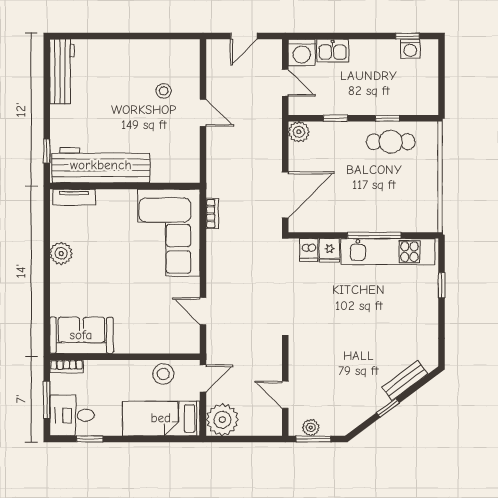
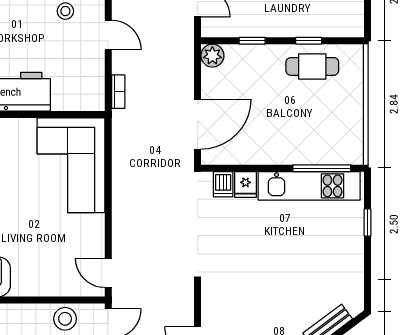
bookcase: (212, 214) -> (118, 92), moved
window: (374, 235) -> (322, 168), moved
door: (203, 311) -> (108, 273), moved

